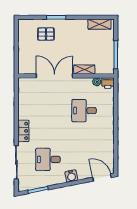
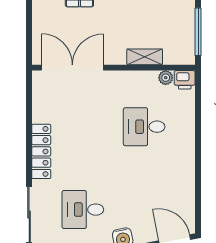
double door: (54, 76) -> (72, 68), moved
locker: (23, 131) -> (41, 151), width x1.53

